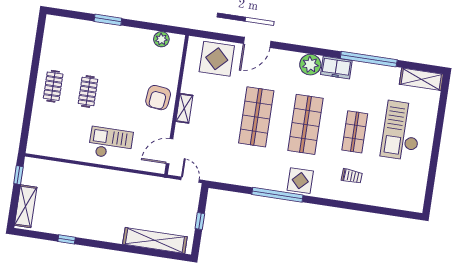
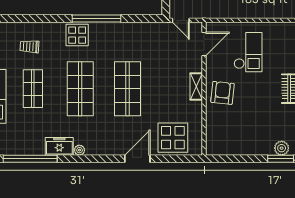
plant: (161, 39) -> (282, 148), moved
plant: (310, 65) -> (79, 150), width x0.53, depth x0.53
checkout: (111, 143) -> (248, 52), moved, turned -90

